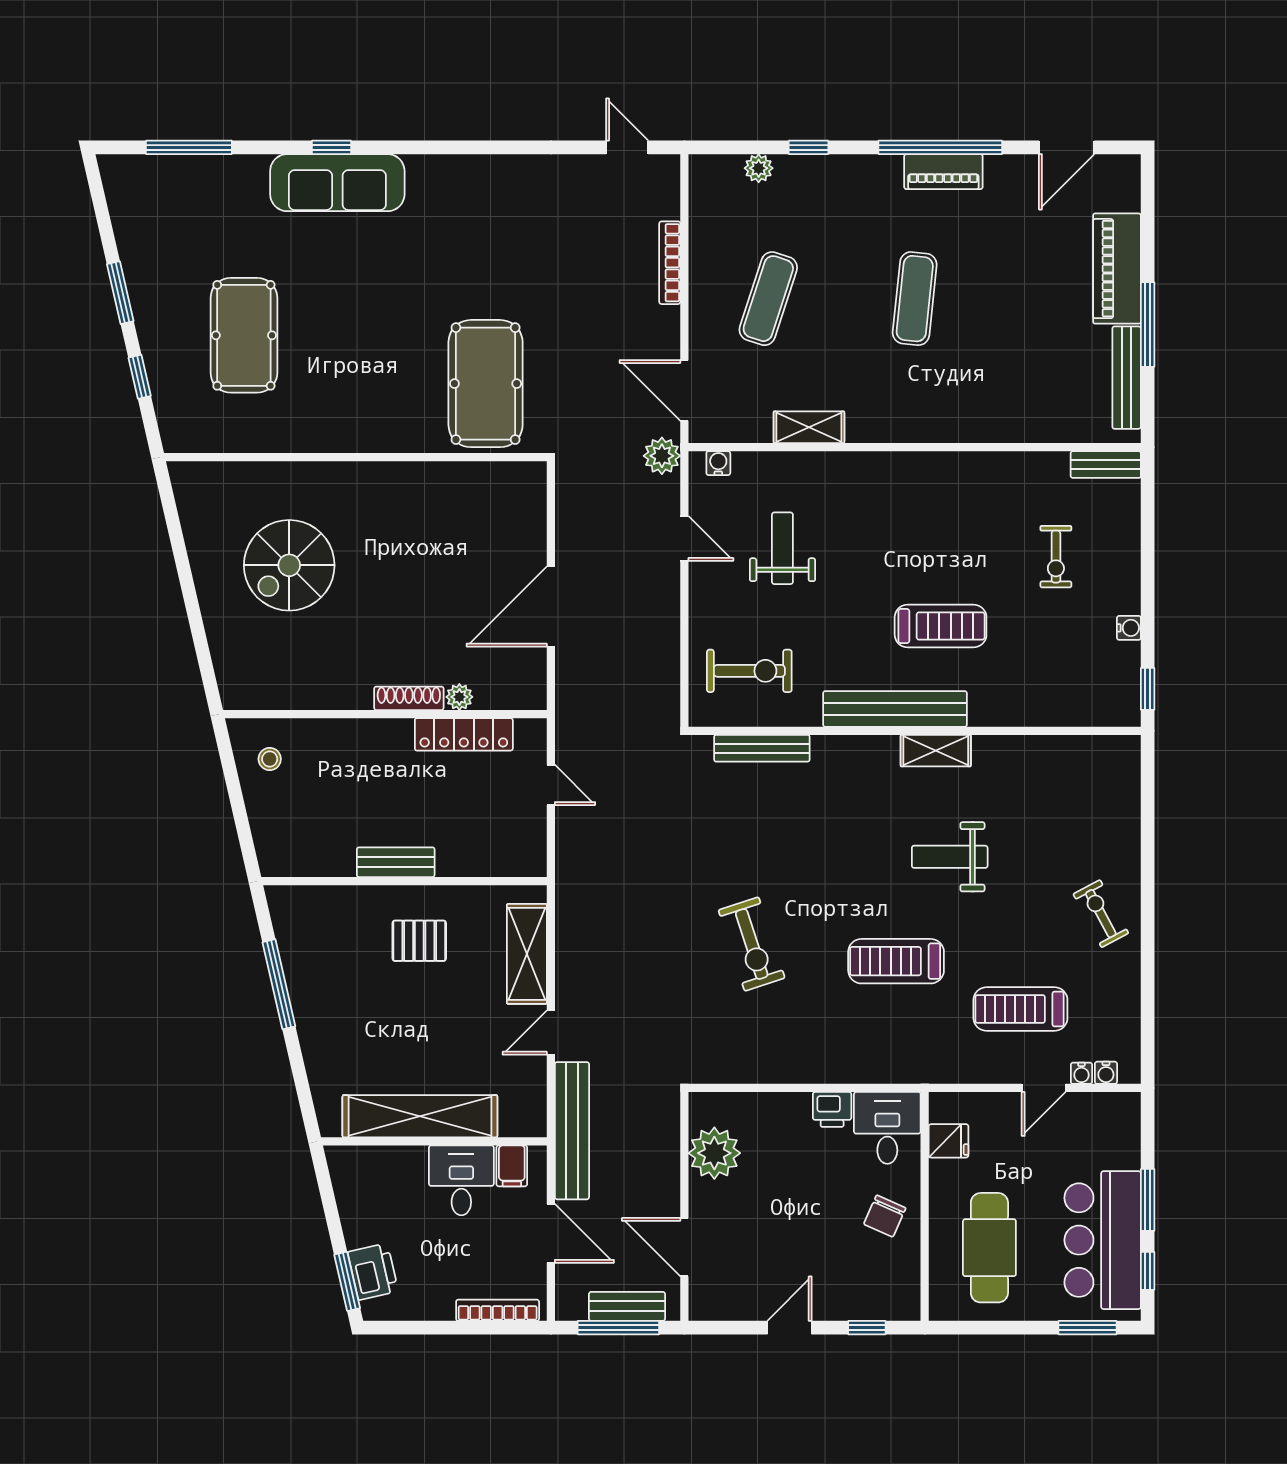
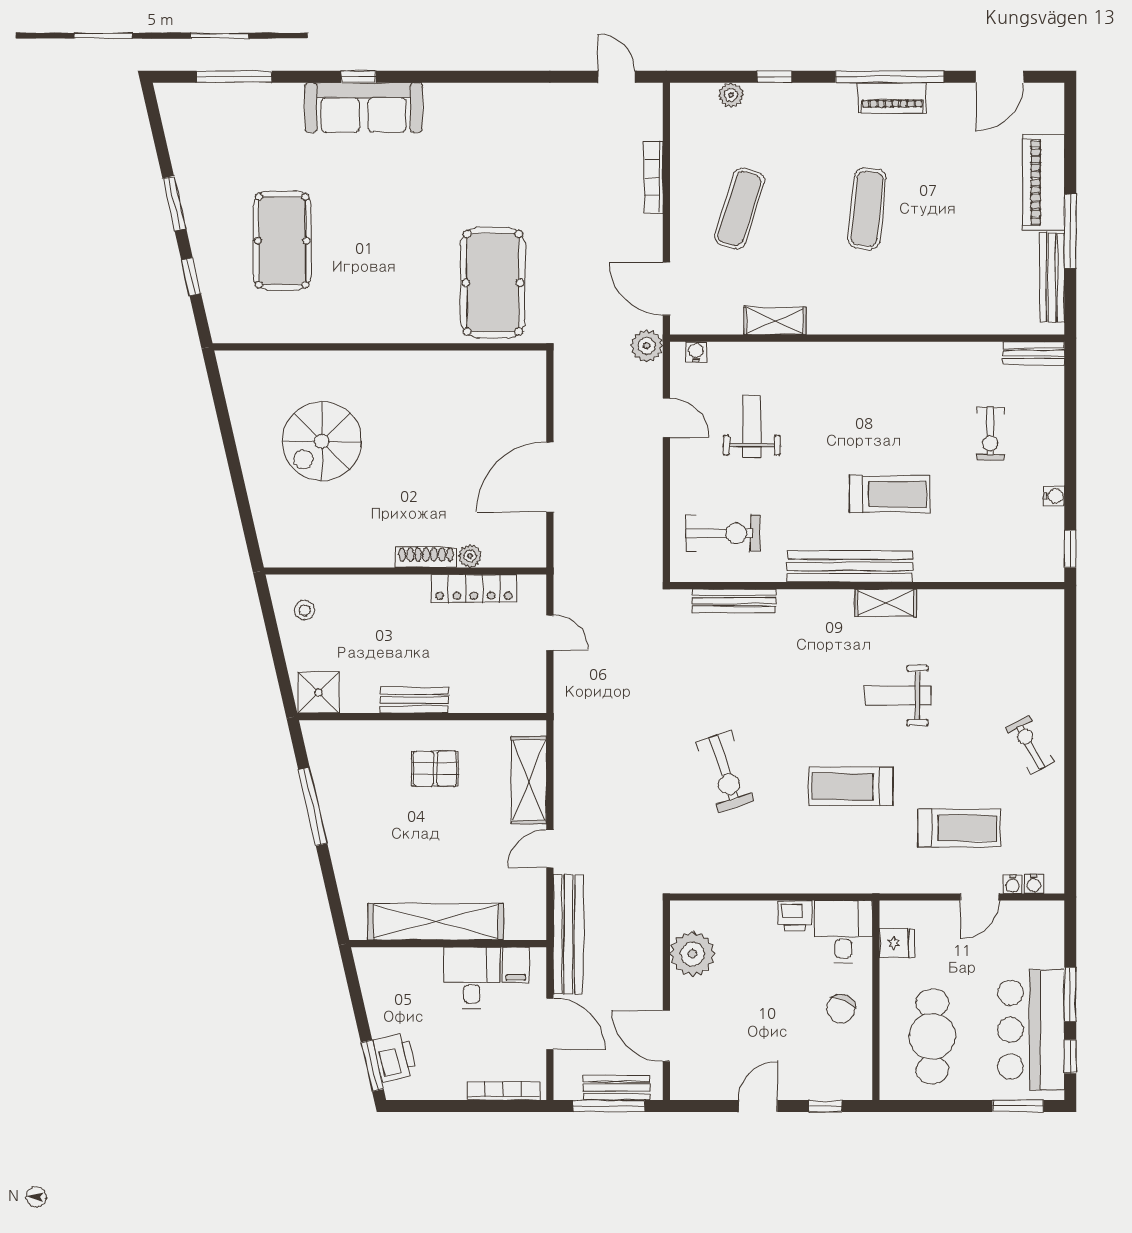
shower: (286, 853) -> (319, 693), added
treadmill: (1020, 1009) -> (959, 828), turned 180

